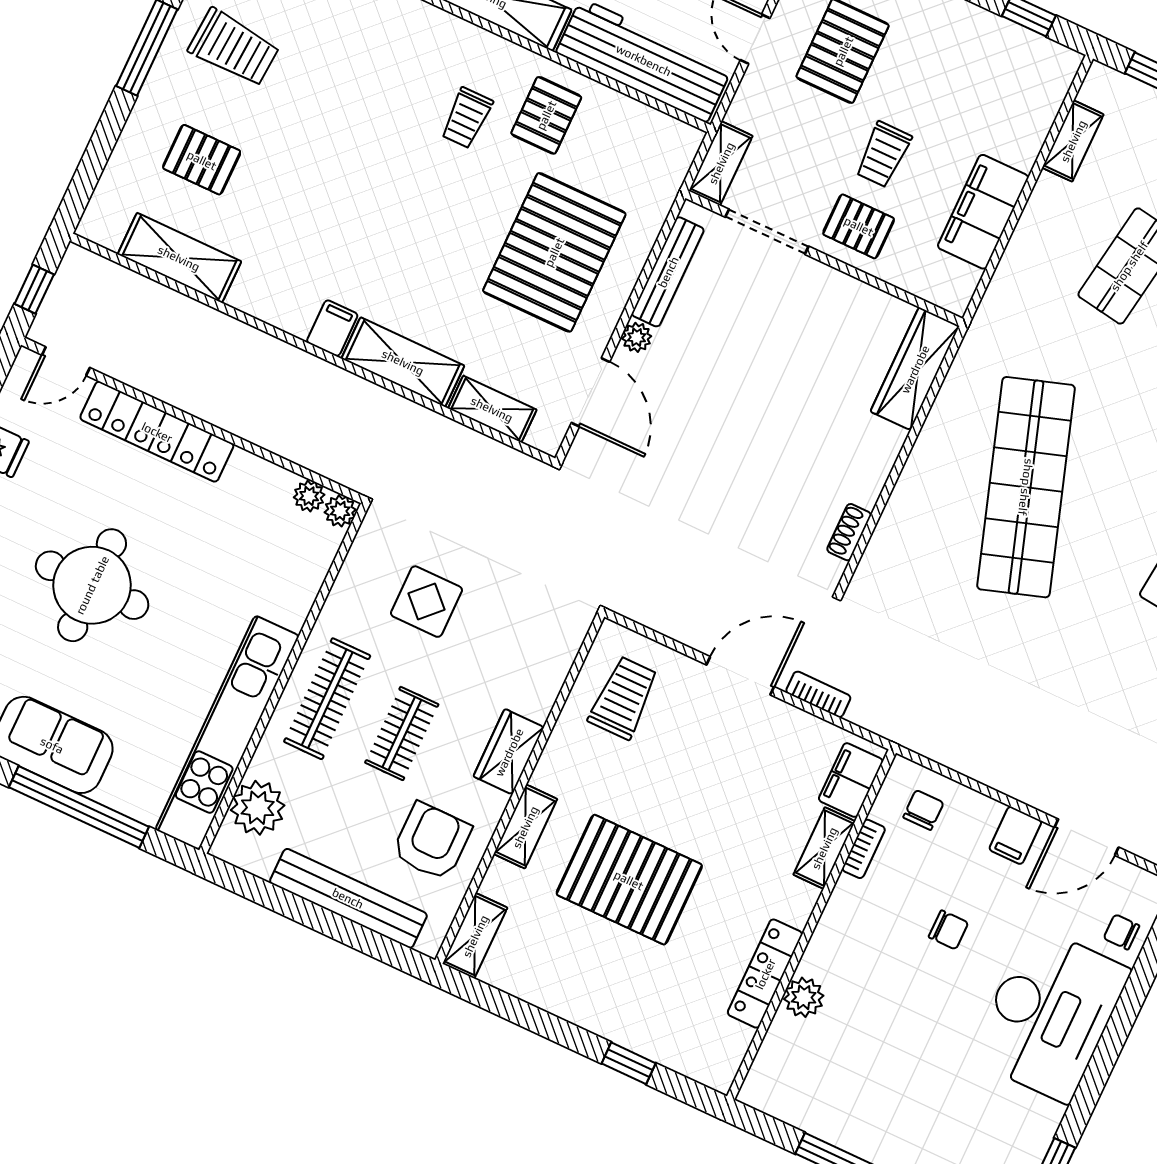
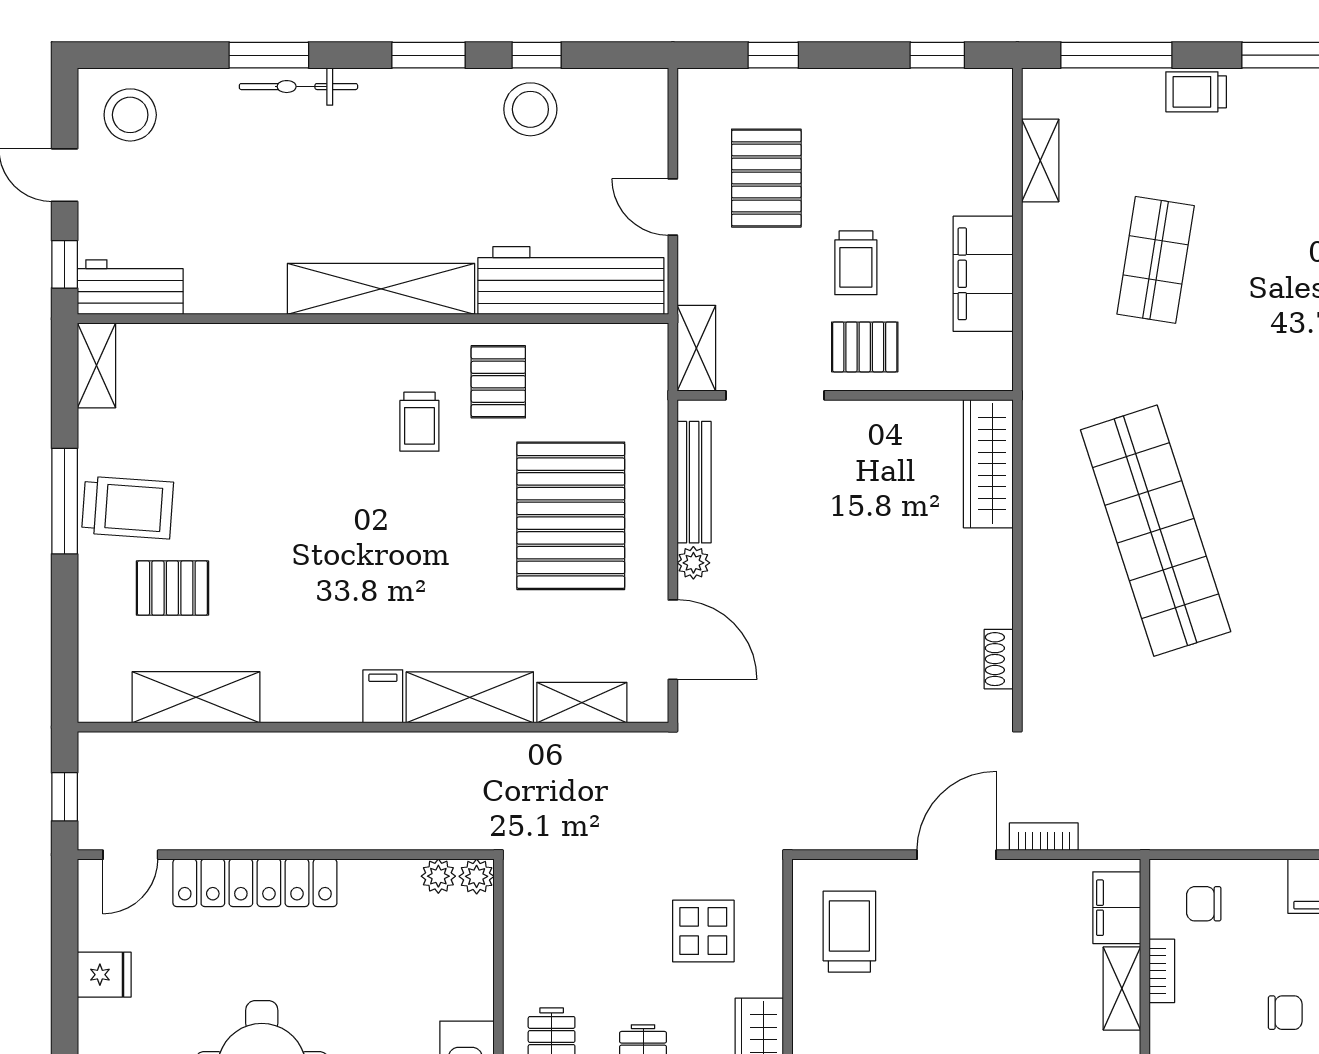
trolley: (234, 48) -> (128, 508), moved
display table: (426, 602) -> (703, 931), moved
chair: (923, 810) -> (1204, 904), turned -90

